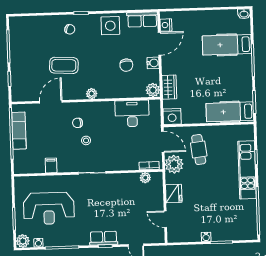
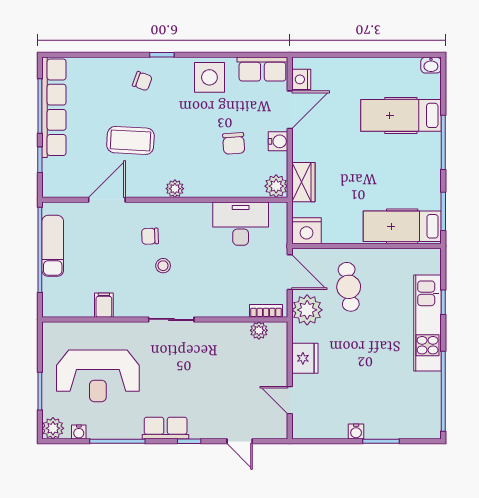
row of seats: (17, 47) -> (54, 107), added
row of seats: (104, 238) -> (166, 428), moved

